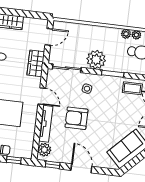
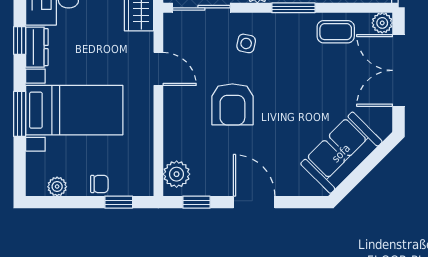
armchair: (76, 118) -> (232, 104), turned -90
tv unit: (46, 124) -> (173, 123), removed

